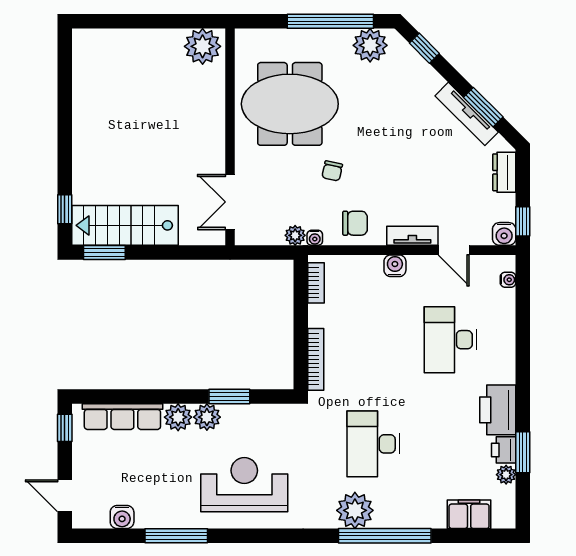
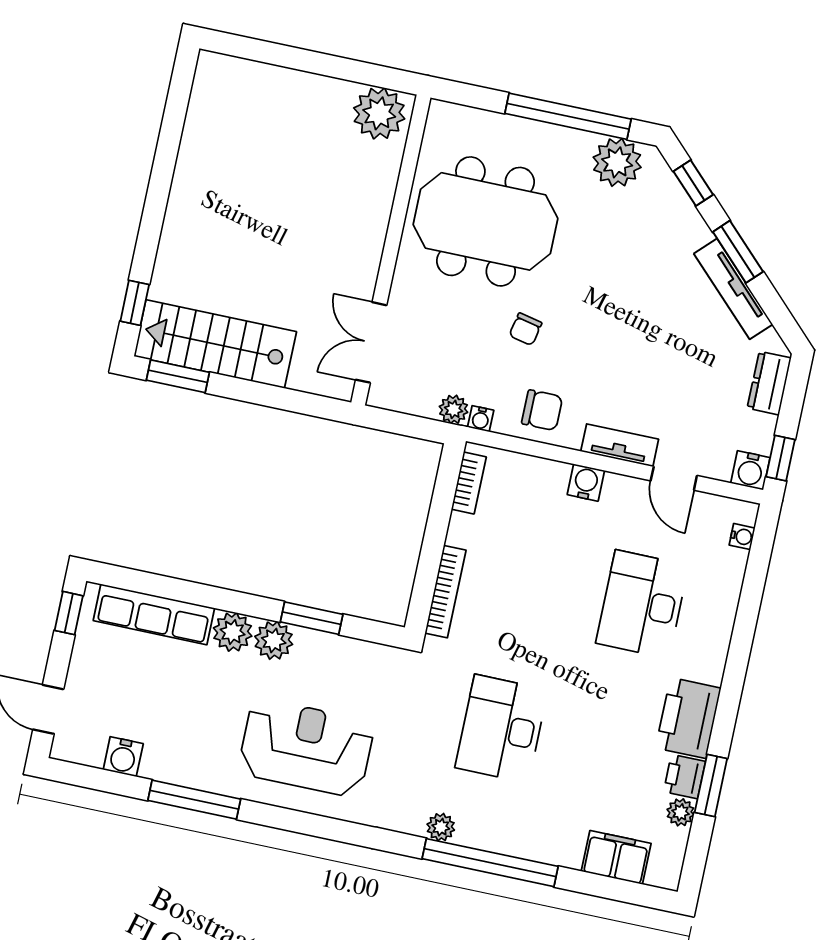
window: (483, 107) -> (738, 252), moved
plant: (355, 510) -> (441, 827), width x0.53, depth x0.53

